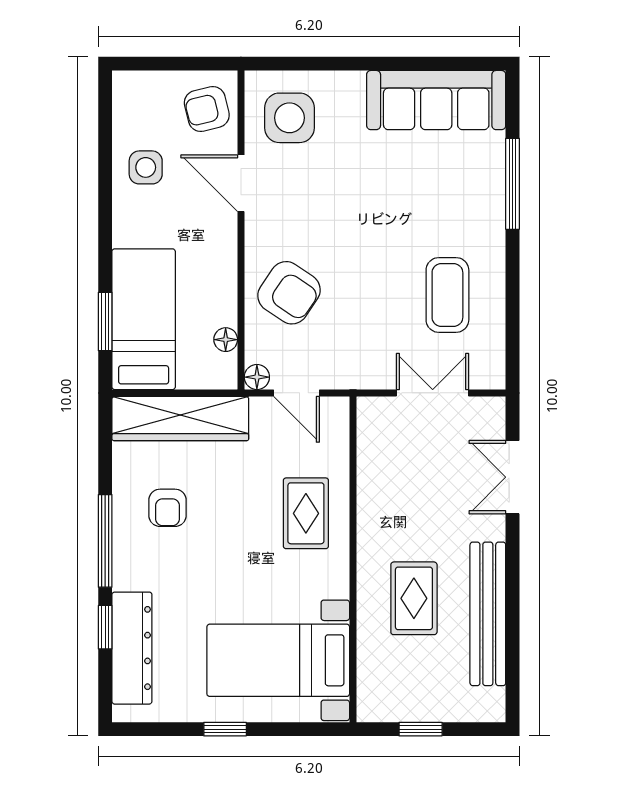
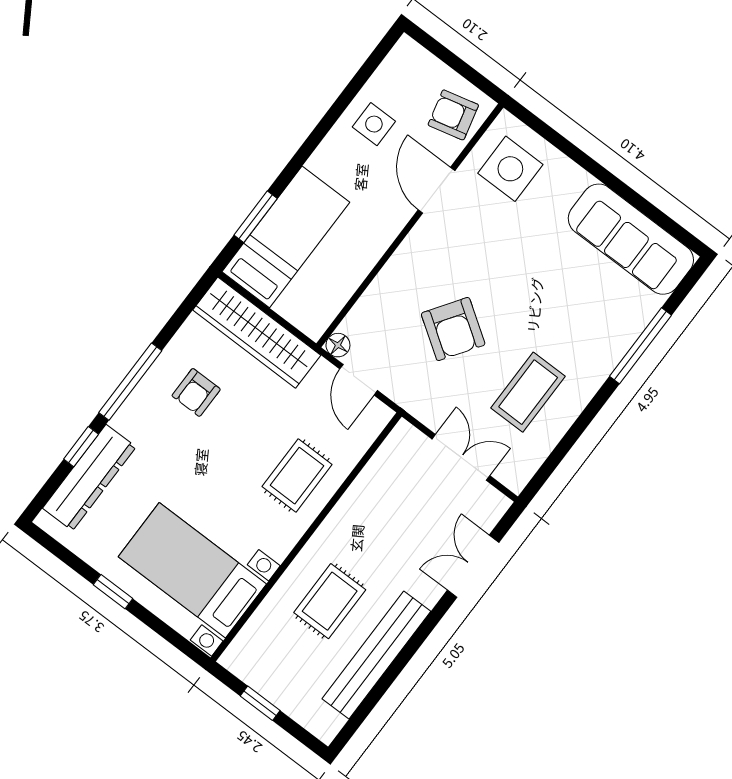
armchair: (289, 293) -> (453, 329), moved
floor lamp: (226, 340) -> (336, 299), removed

